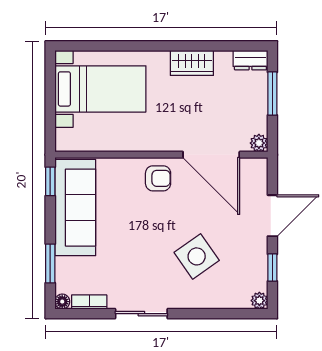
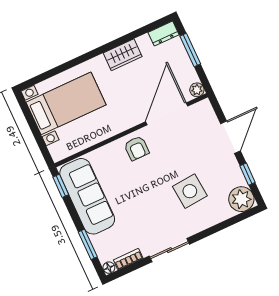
door: (211, 155) -> (167, 114), swing flipped
armchair: (158, 178) -> (137, 148), turned 90
side table: (197, 256) -> (190, 191), turned 30
plant: (259, 301) -> (241, 199), width x1.88, depth x1.88

